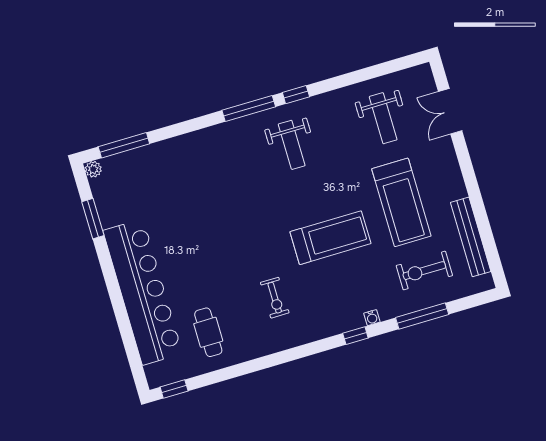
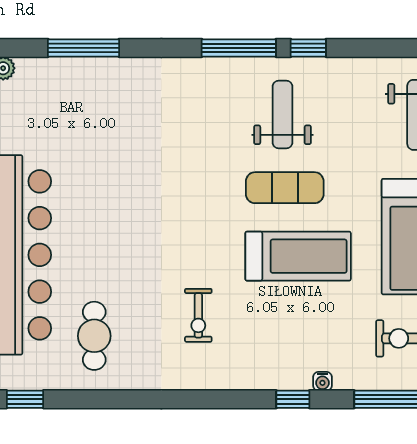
window: (124, 145) -> (83, 48), moved
weight bench: (292, 145) -> (282, 114), turned 180
exercise mat: (308, 194) -> (285, 188), added

